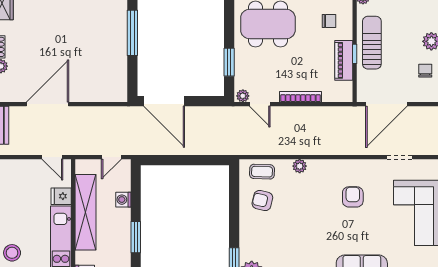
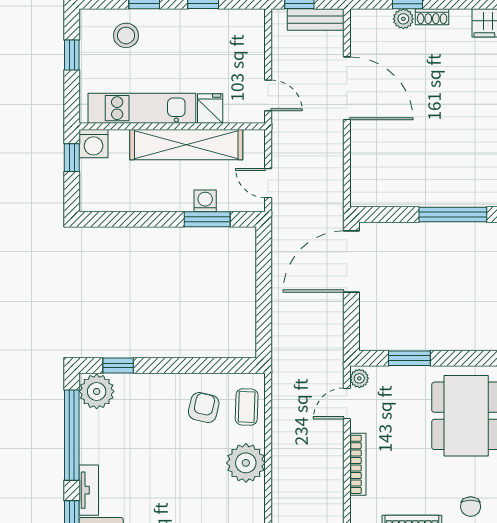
door: (52, 157) -> (268, 95), swing flipped
plant: (300, 166) -> (246, 463), width x1.88, depth x1.88
window: (136, 237) -> (207, 219), moved

